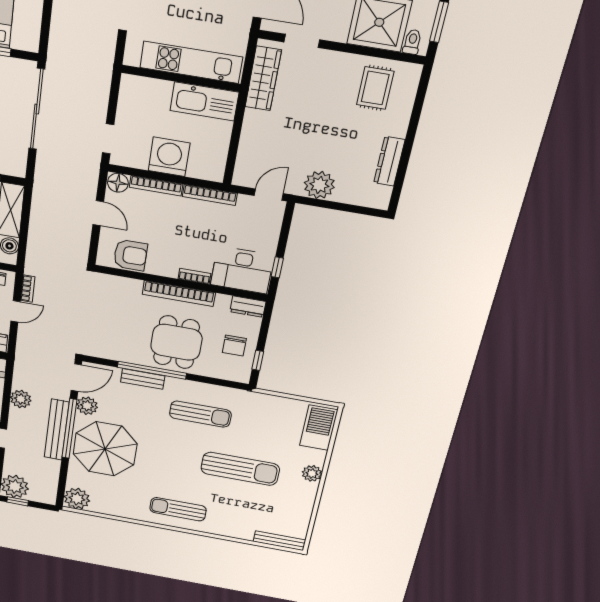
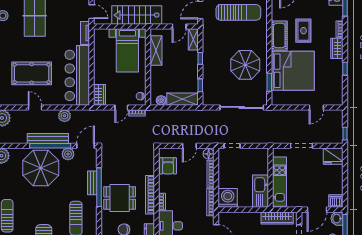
washing machine: (169, 157) -> (228, 198), moved, turned -90
door: (16, 311) -> (121, 107), hinge flipped
door: (76, 378) -> (85, 146), swing flipped

